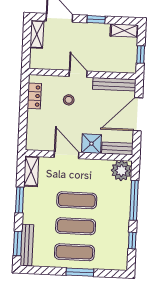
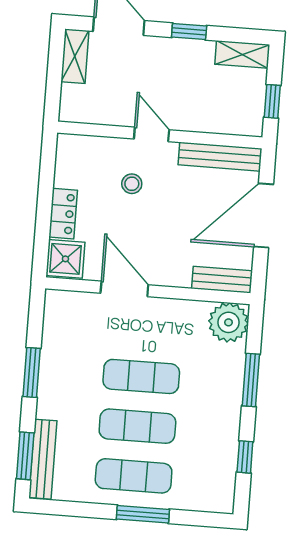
locker: (34, 96) -> (63, 214), moved
shower: (91, 144) -> (65, 259), moved
shelving: (31, 171) -> (56, 318), removed
window: (134, 200) -> (251, 380), width x0.69

